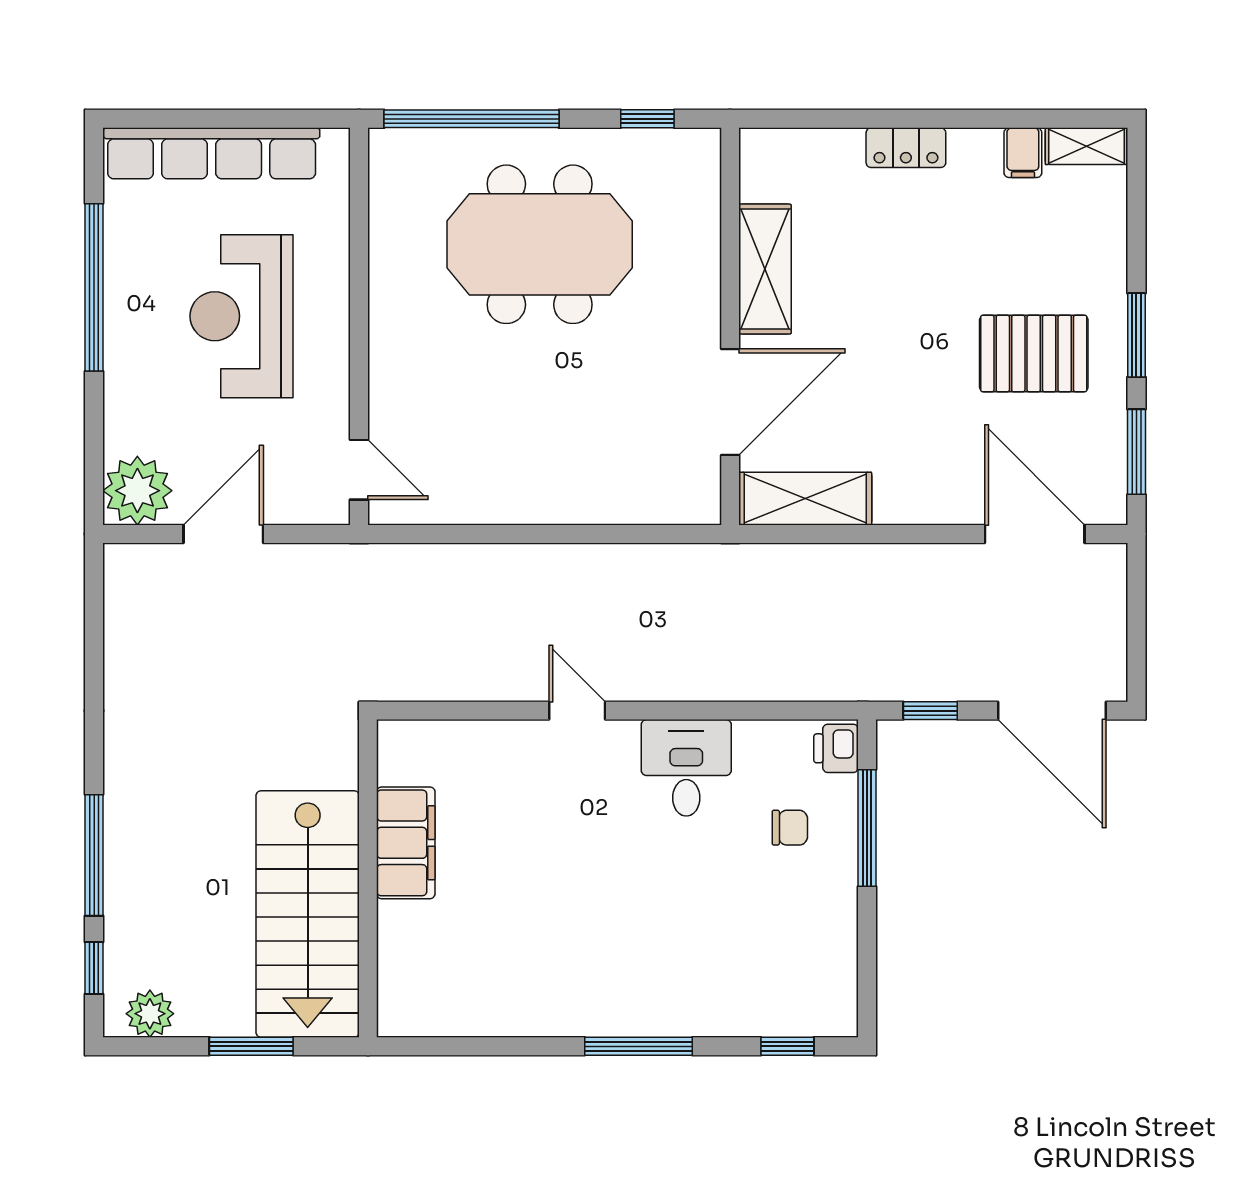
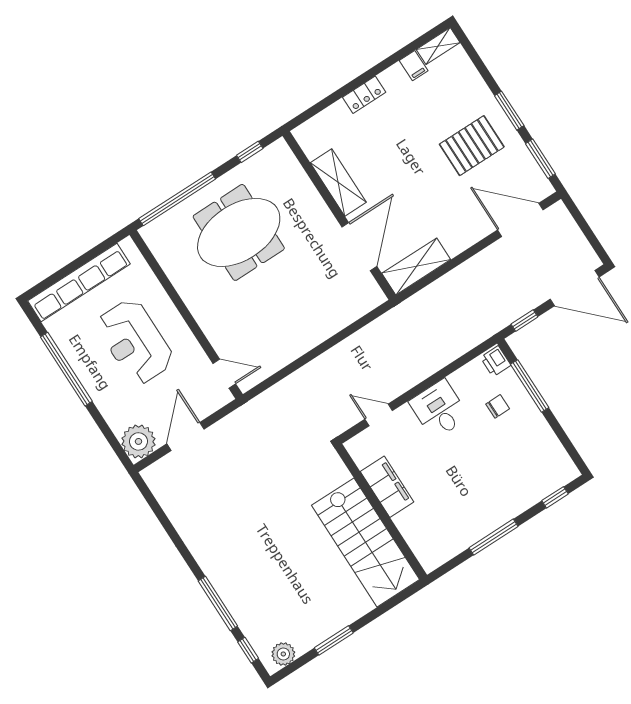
filing cabinet: (406, 843) -> (387, 487), moved
wall: (368, 878) -> (381, 512), moved
stairs: (308, 914) -> (366, 542), moved

